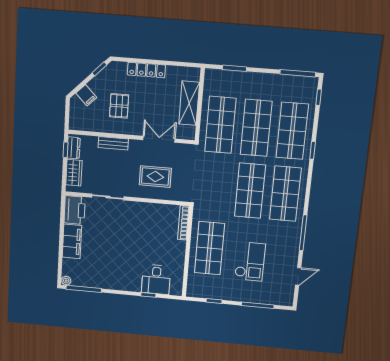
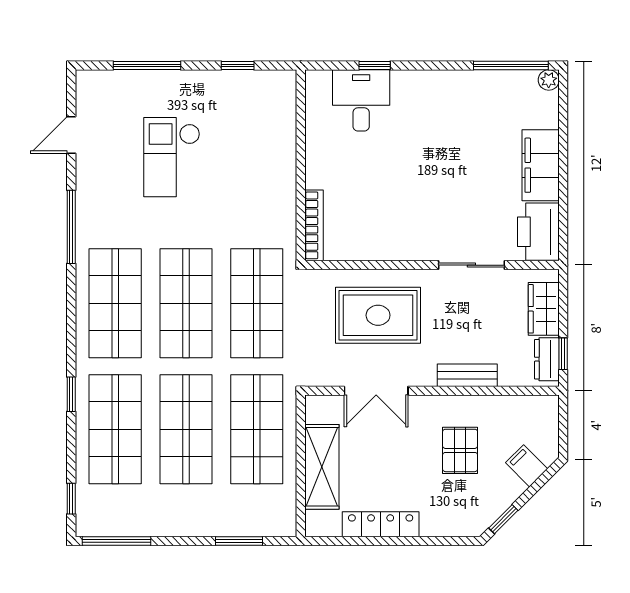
locker: (146, 70) -> (381, 524), moved
rug: (155, 177) -> (378, 315), width x1.36, depth x1.43
shop shelf: (209, 248) -> (257, 303), moved

